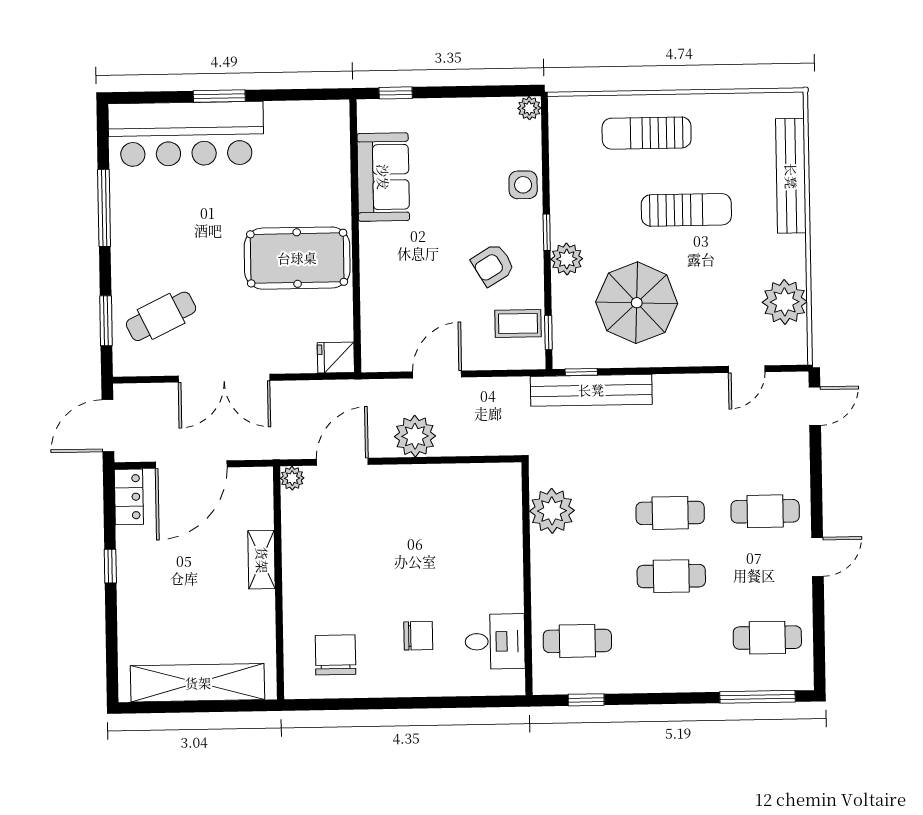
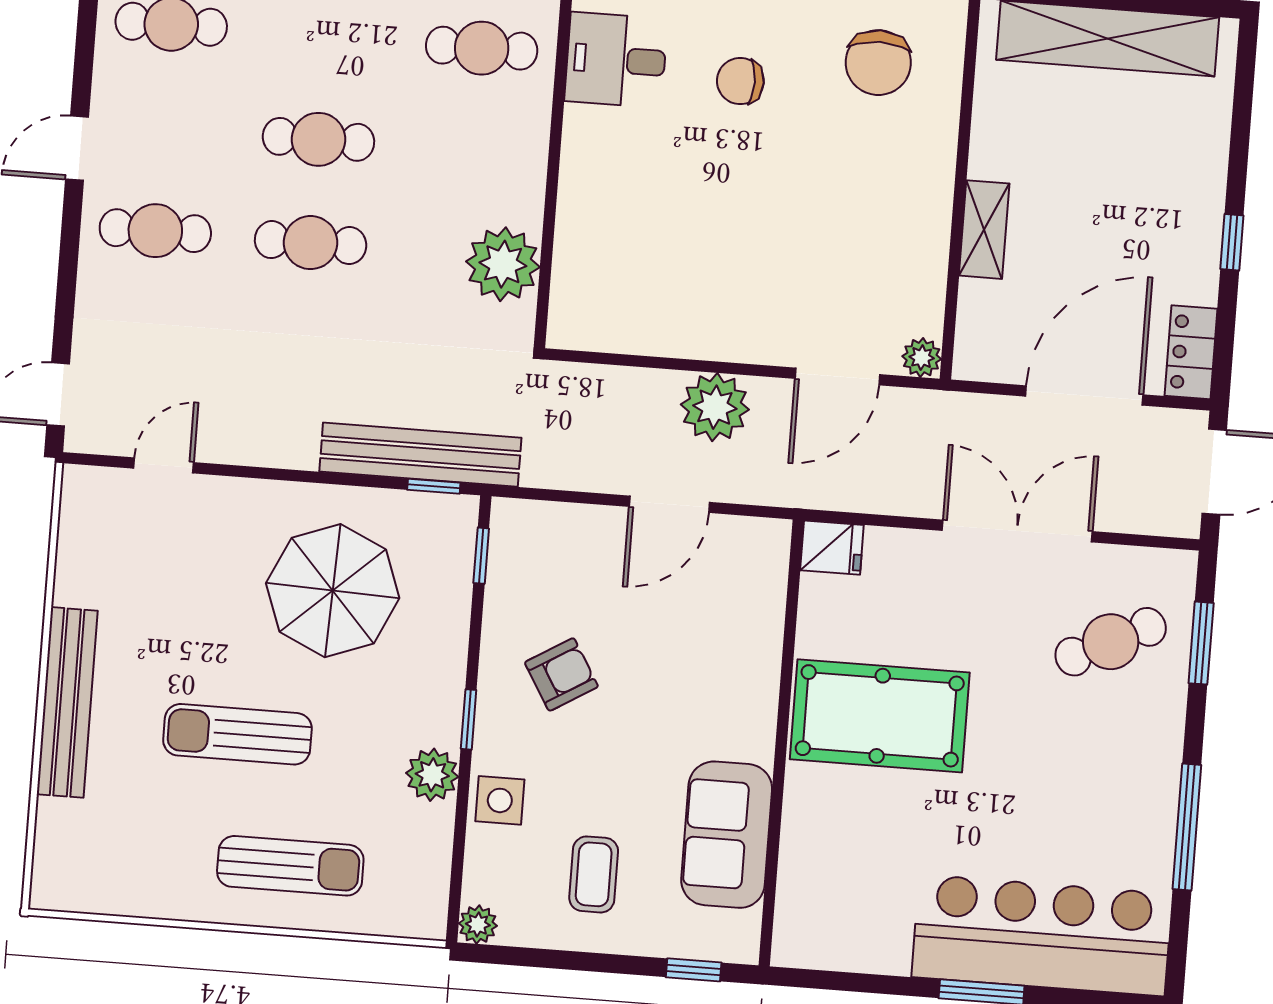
bench: (791, 176) -> (67, 702), moved
plant: (567, 259) -> (432, 775), moved
plant: (785, 302) -> (91, 569), removed
coffee table: (518, 324) -> (594, 874), moved, turned 90

